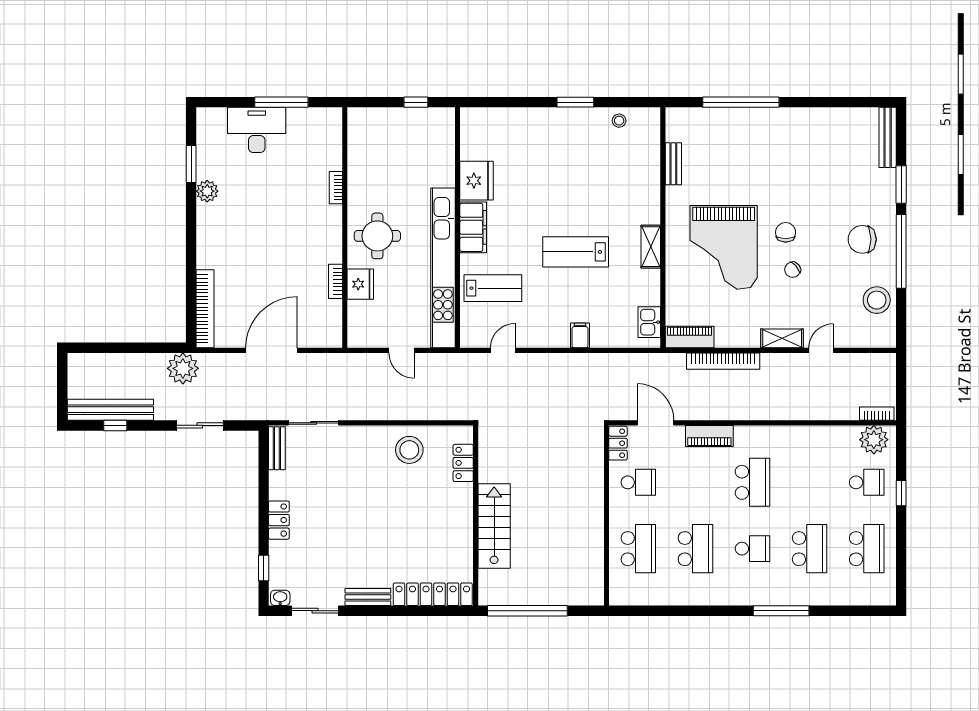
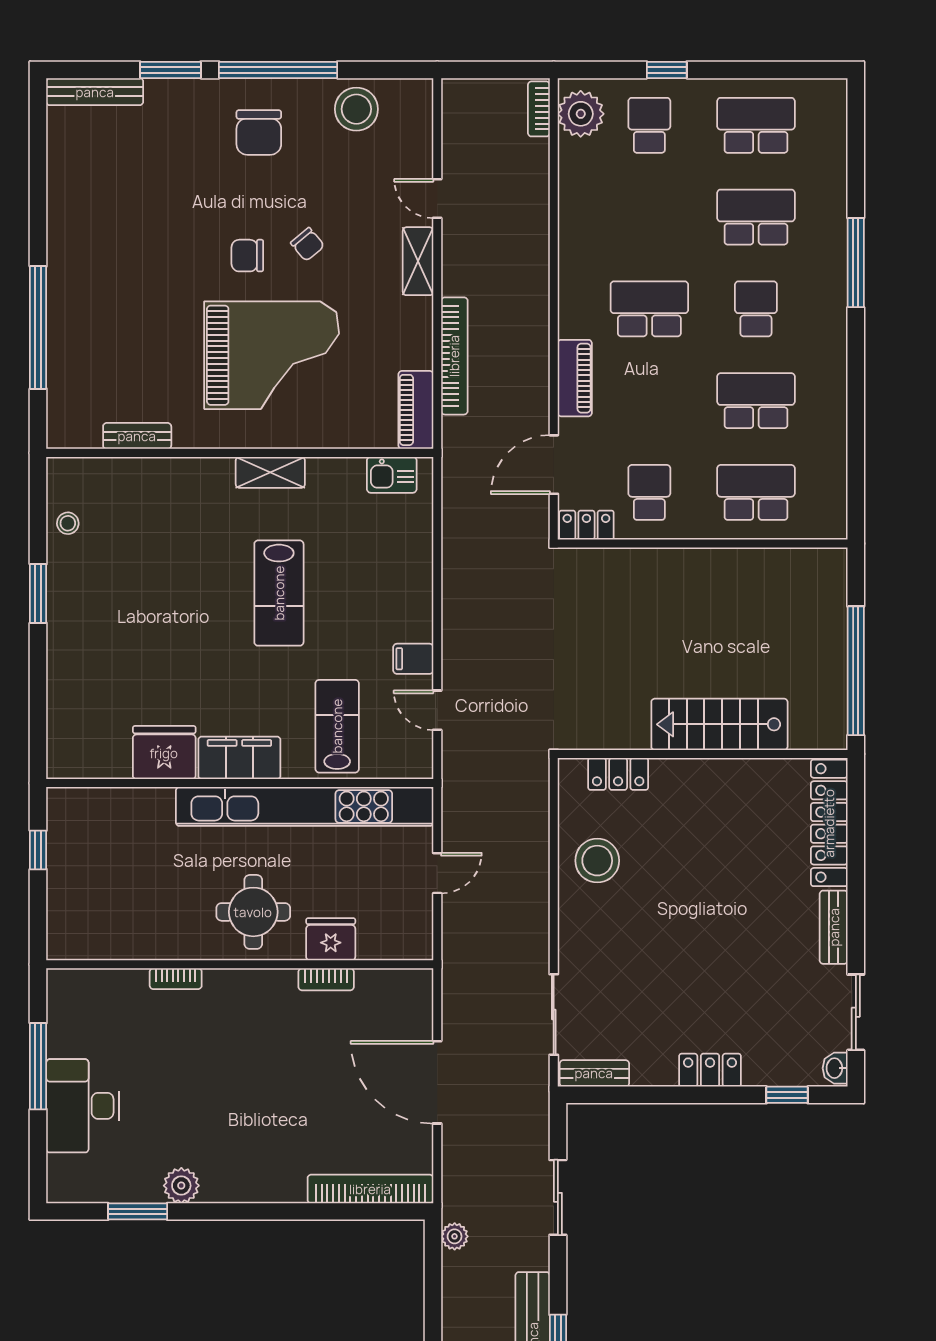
filing cabinet: (580, 335) -> (413, 659), moved
plant: (183, 368) -> (455, 1236), width x0.53, depth x0.53

